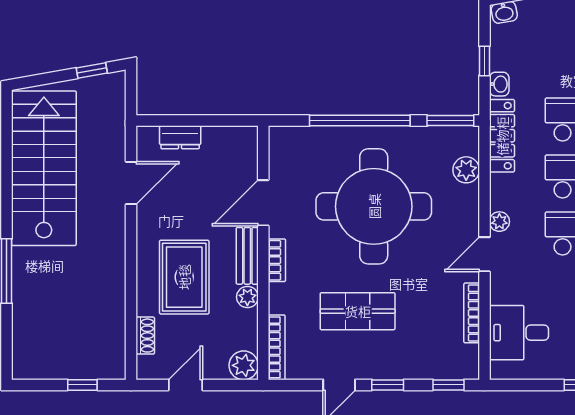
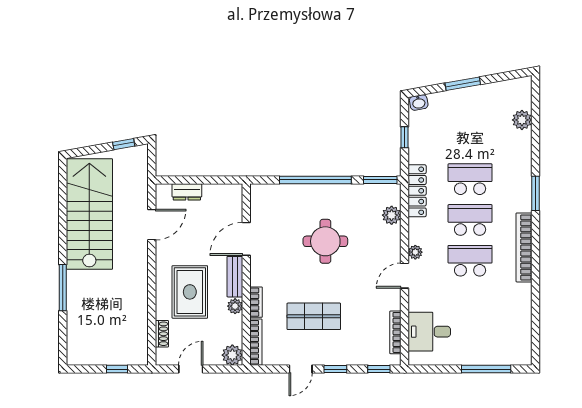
washbasin: (499, 84) -> (415, 154), removed
round table: (374, 206) -> (325, 241), width x0.54, depth x0.54
bookcase: (277, 260) -> (256, 302), moved
bookcase: (472, 313) -> (395, 332), moved

